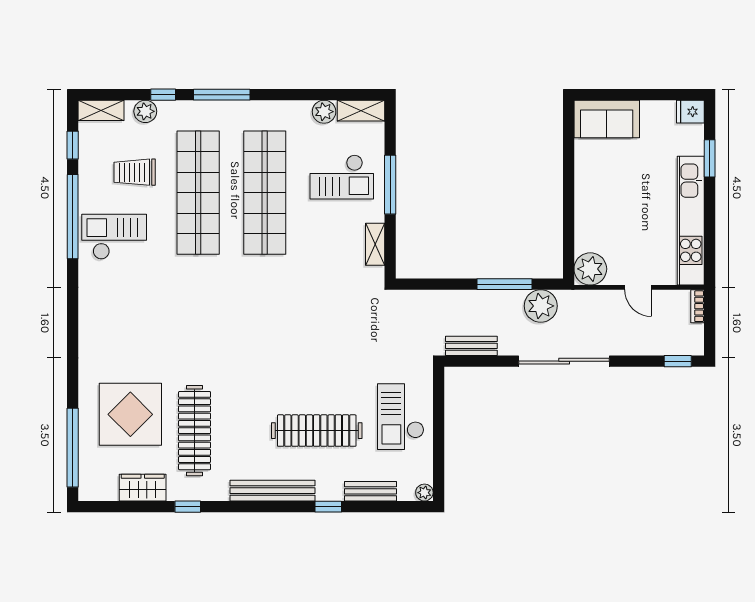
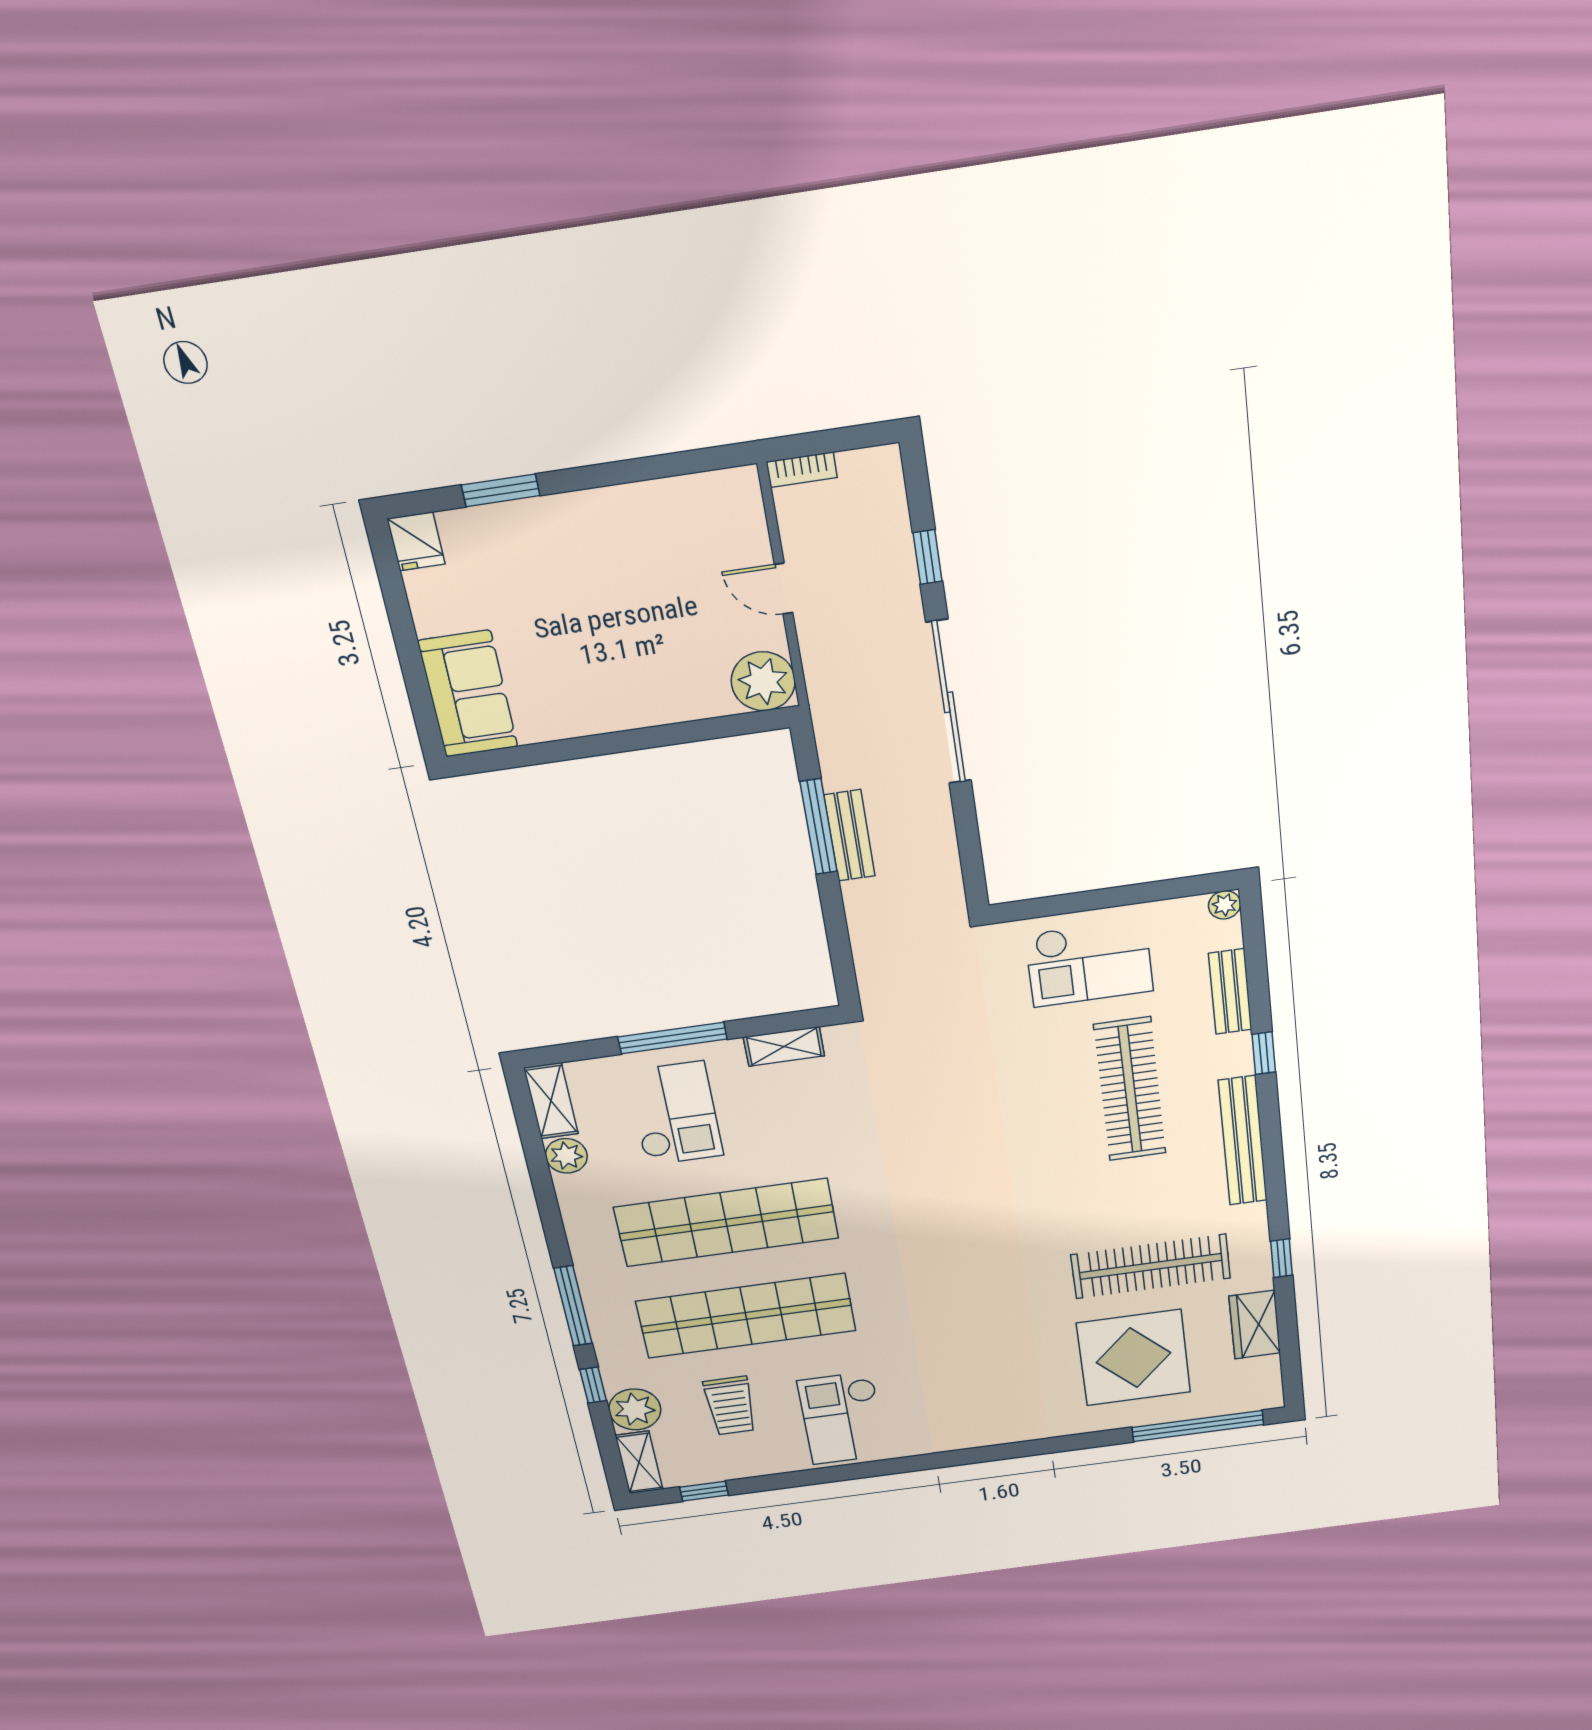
plant: (145, 111) -> (635, 1409), width x1.36, depth x1.36
window: (73, 217) -> (820, 1476), removed
kitchen unit: (691, 221) -> (633, 508), removed
door: (638, 287) -> (784, 589), swing flipped
plant: (541, 306) -> (849, 759), removed
bench: (471, 346) -> (849, 836), moved
window: (678, 361) -> (928, 557), moved

